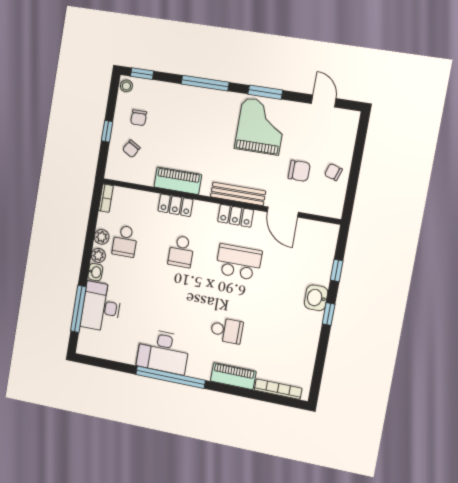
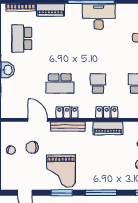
school desk: (227, 330) -> (22, 38), moved, width x1.85

